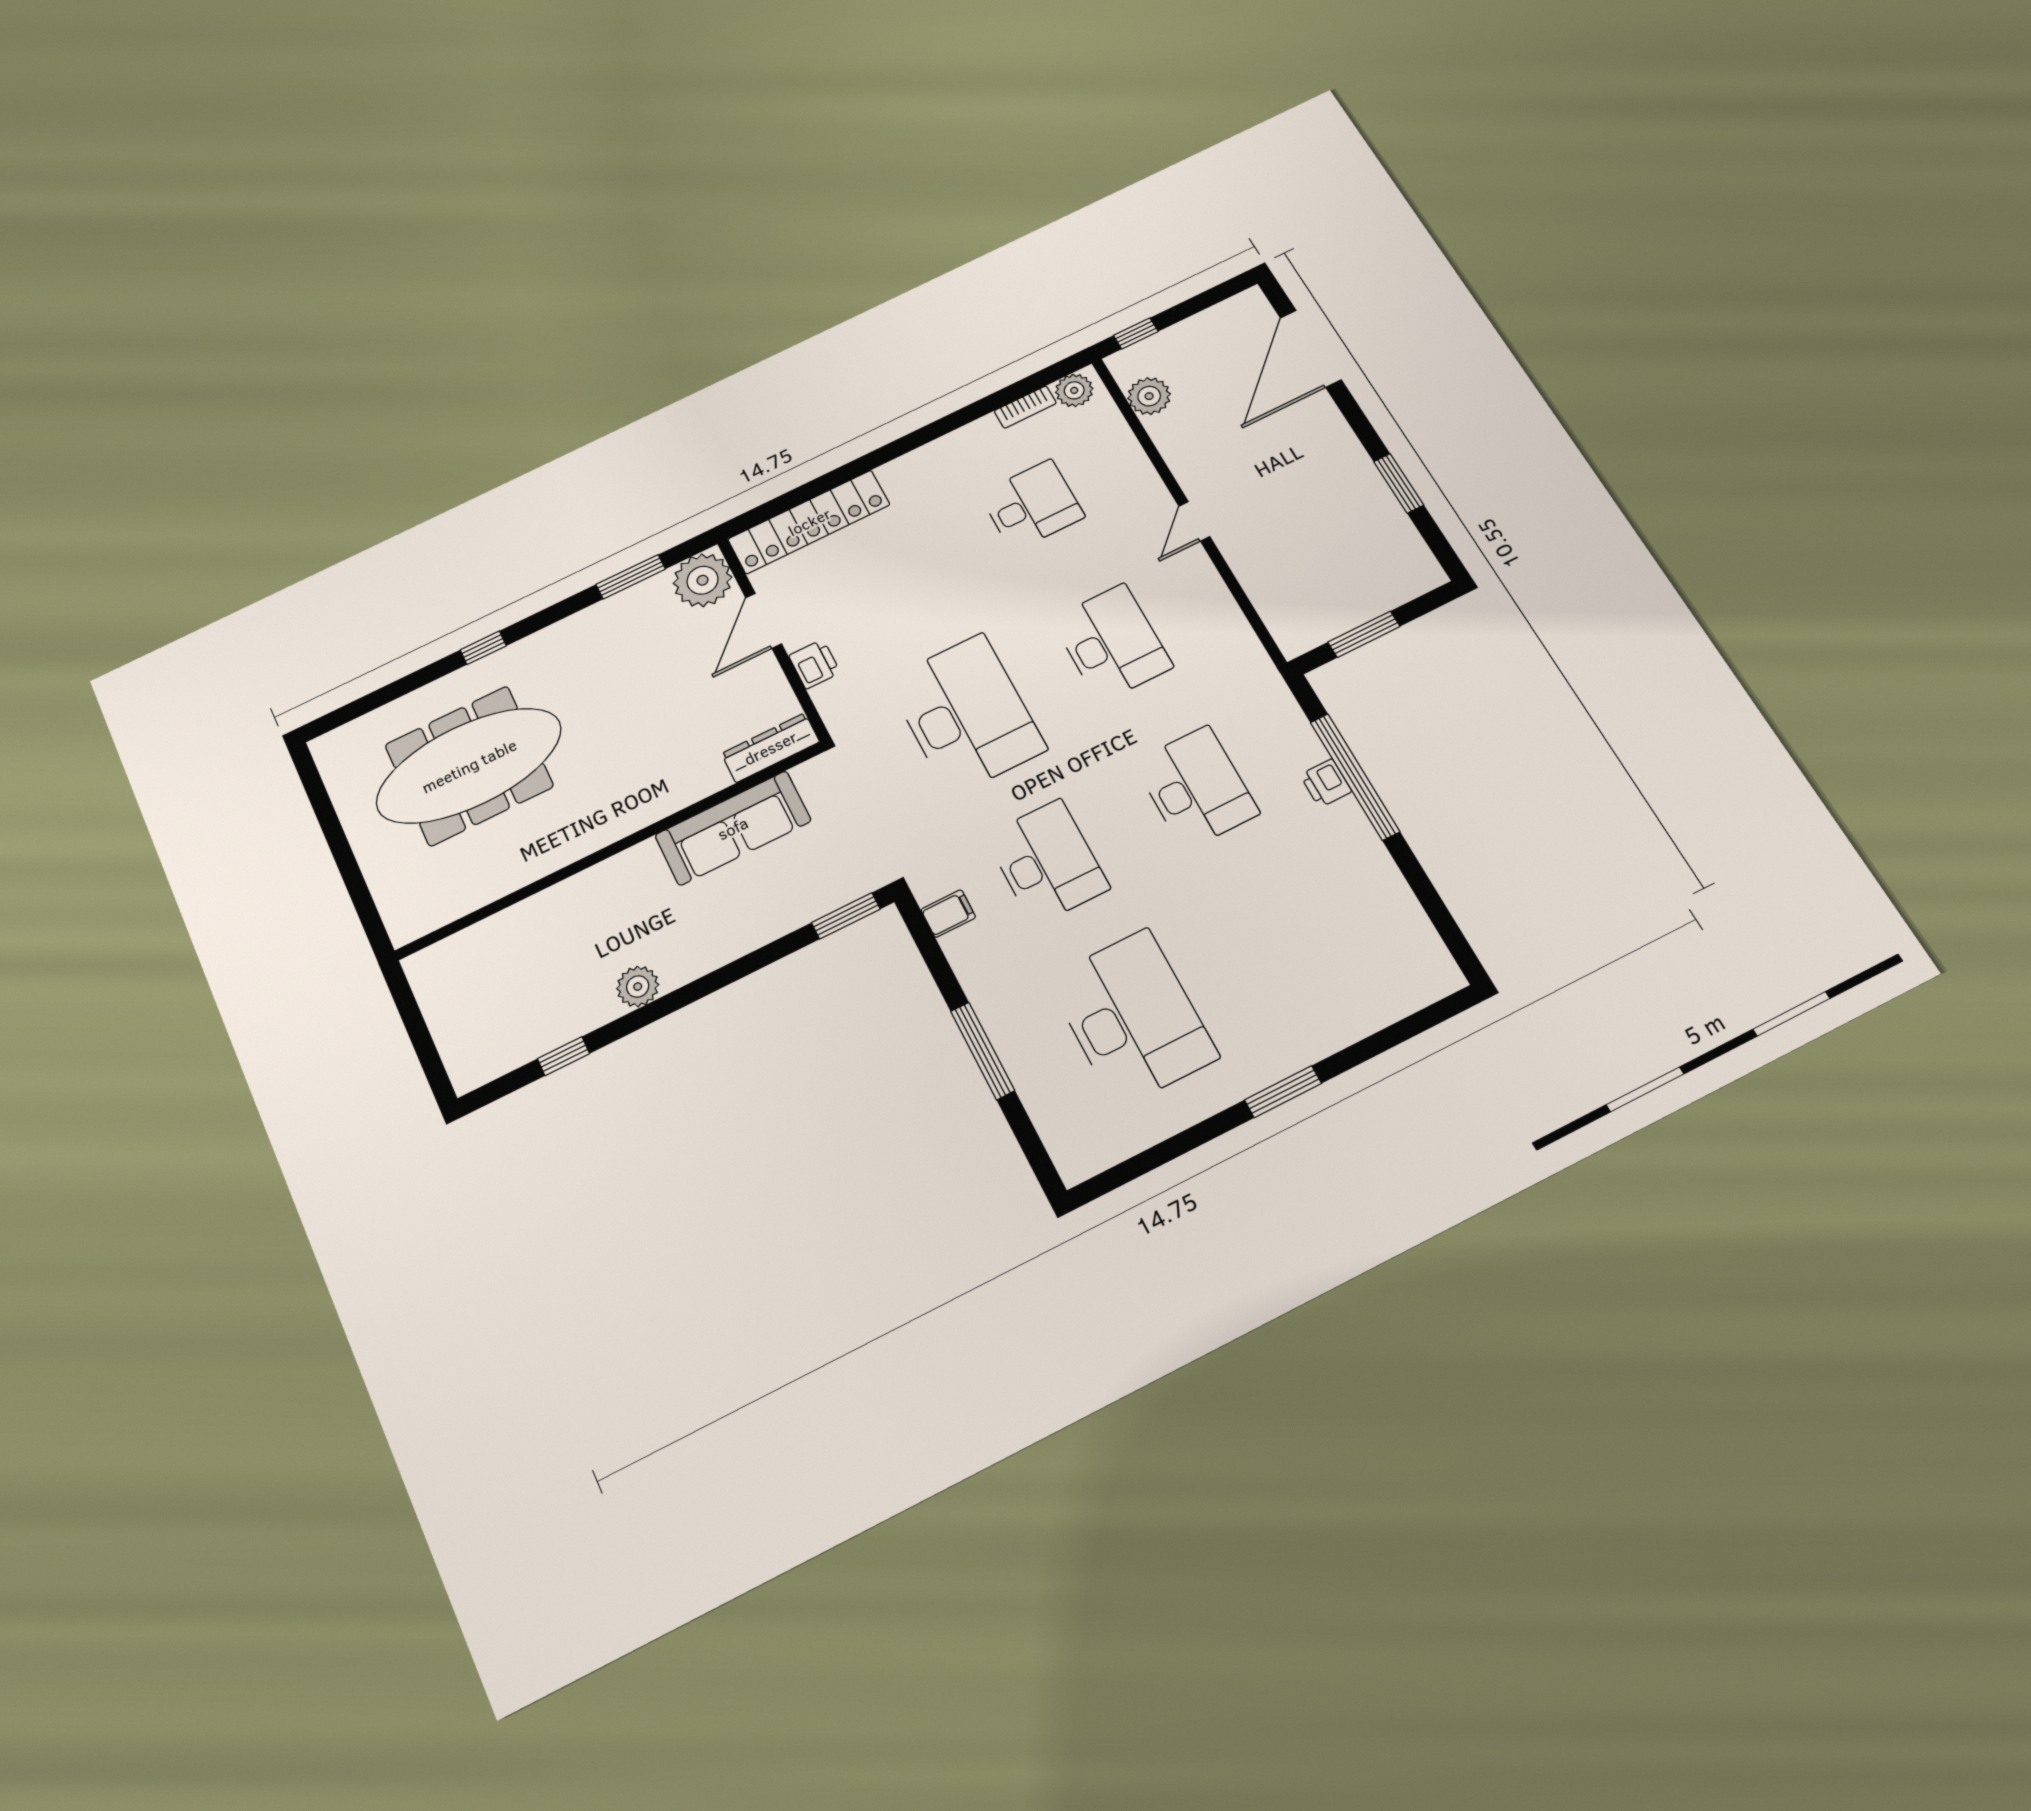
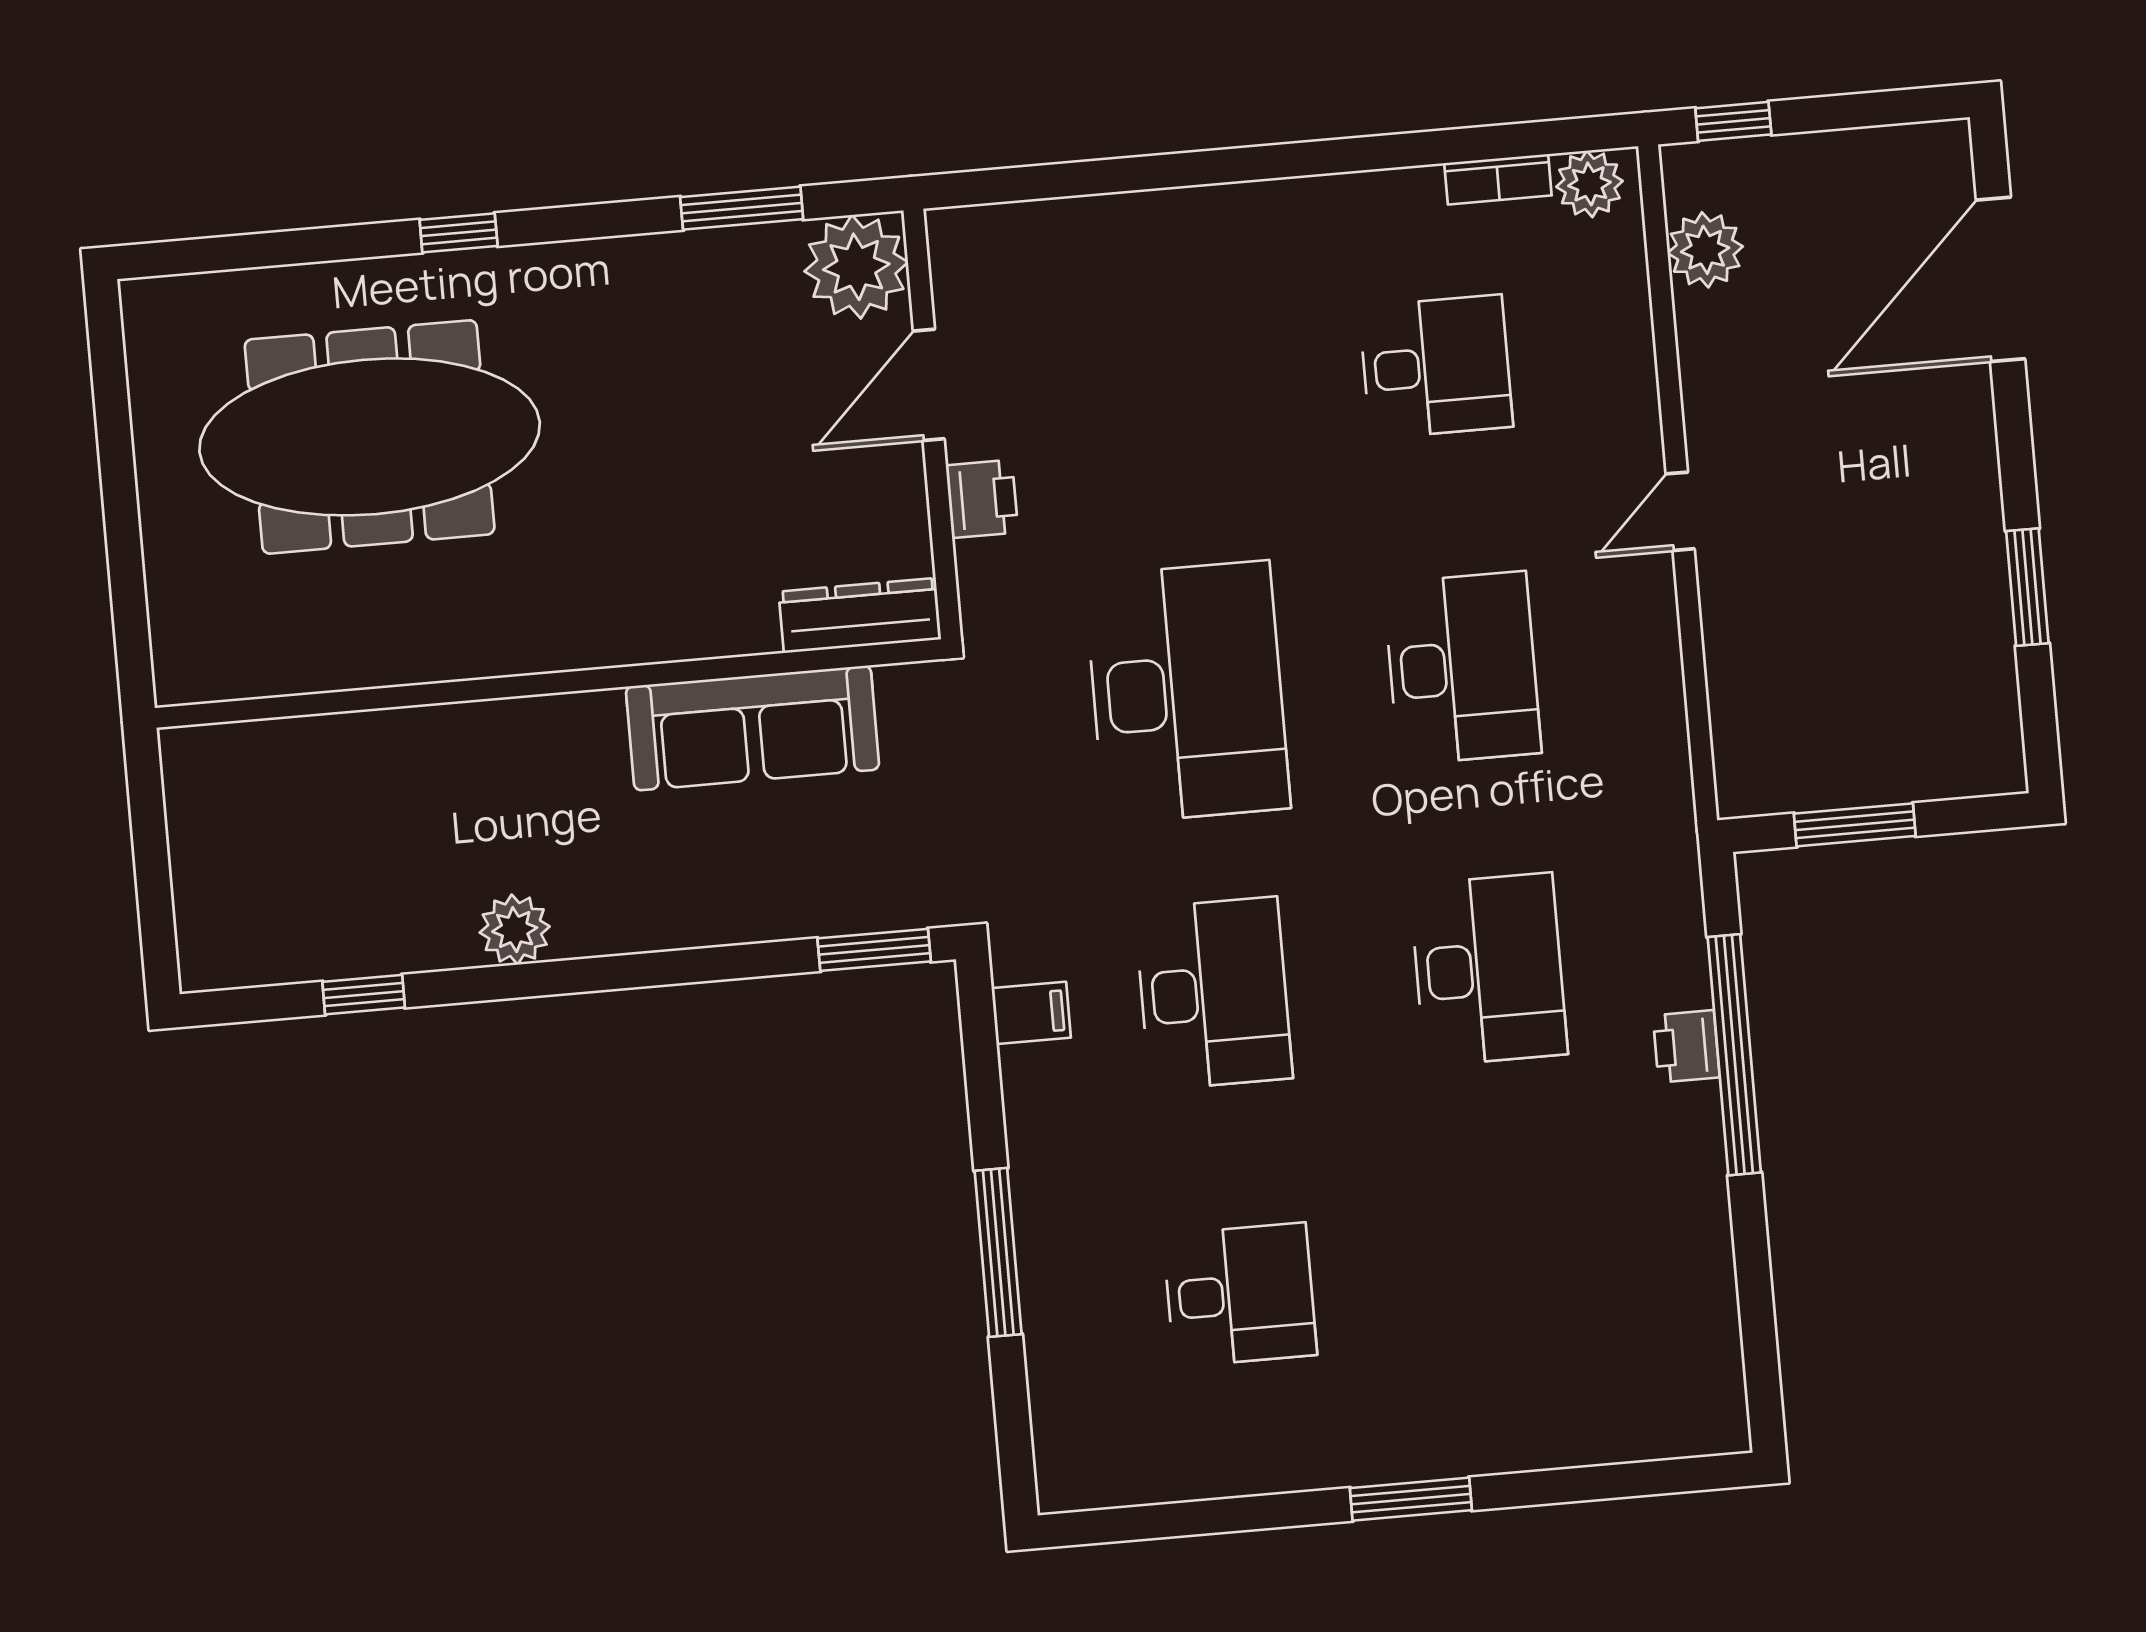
locker: (809, 522) -> (1067, 236), removed
desk: (1132, 1018) -> (1240, 1295), width x0.53, depth x0.77

